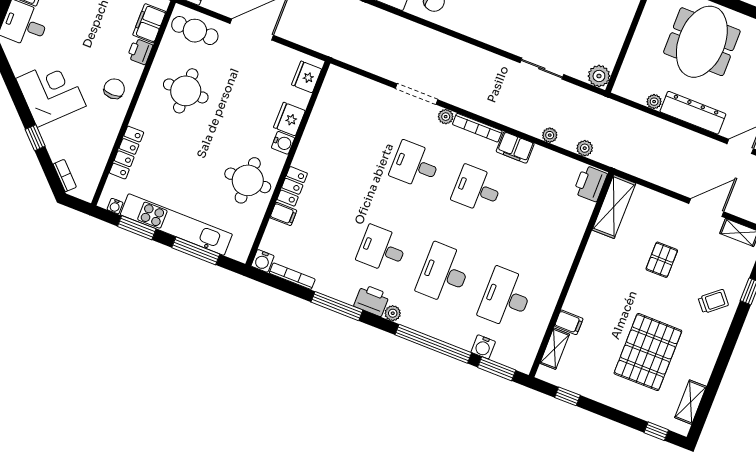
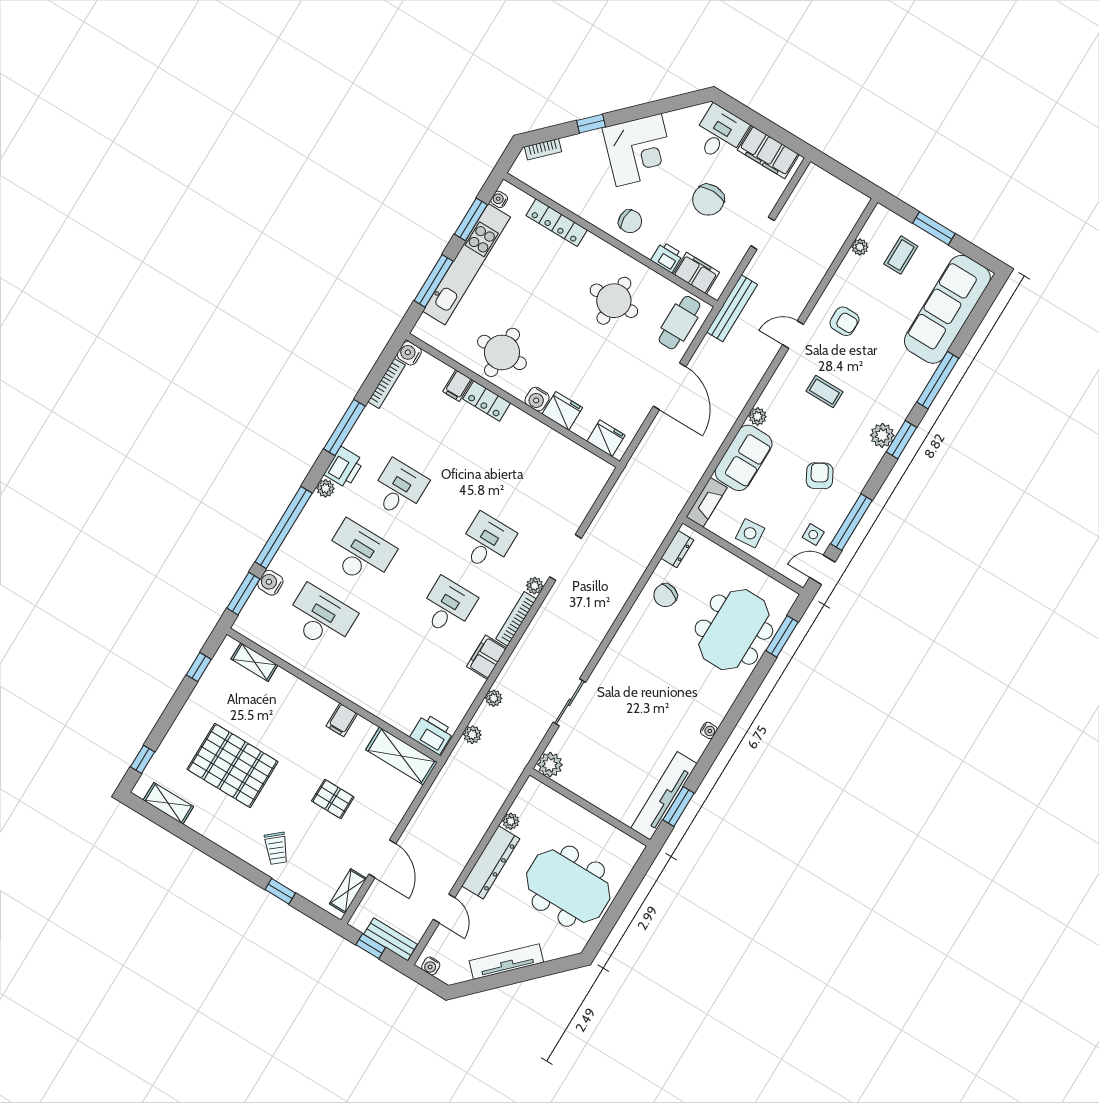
chair: (84, 24) -> (708, 200), added
filing cabinet: (569, 322) -> (342, 720), moved

